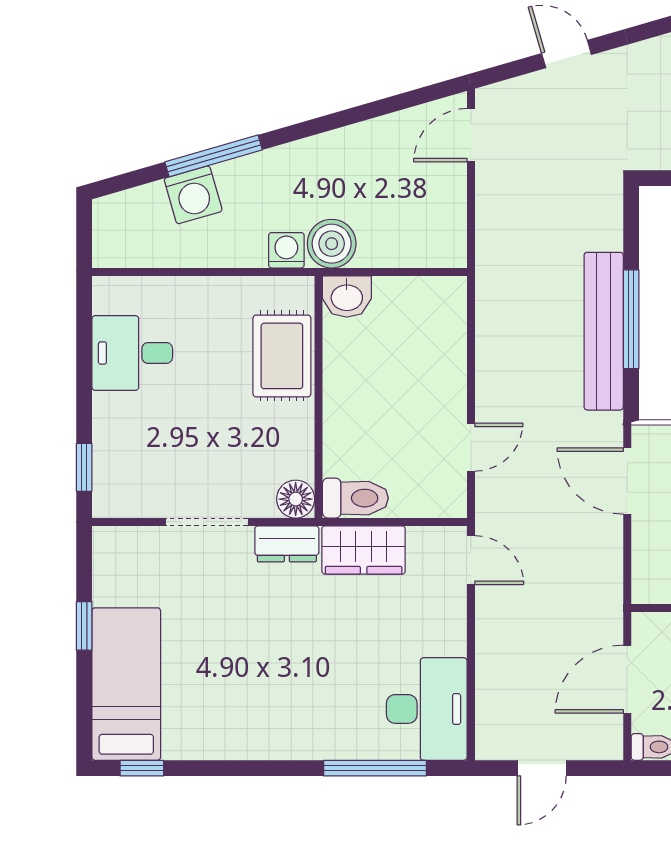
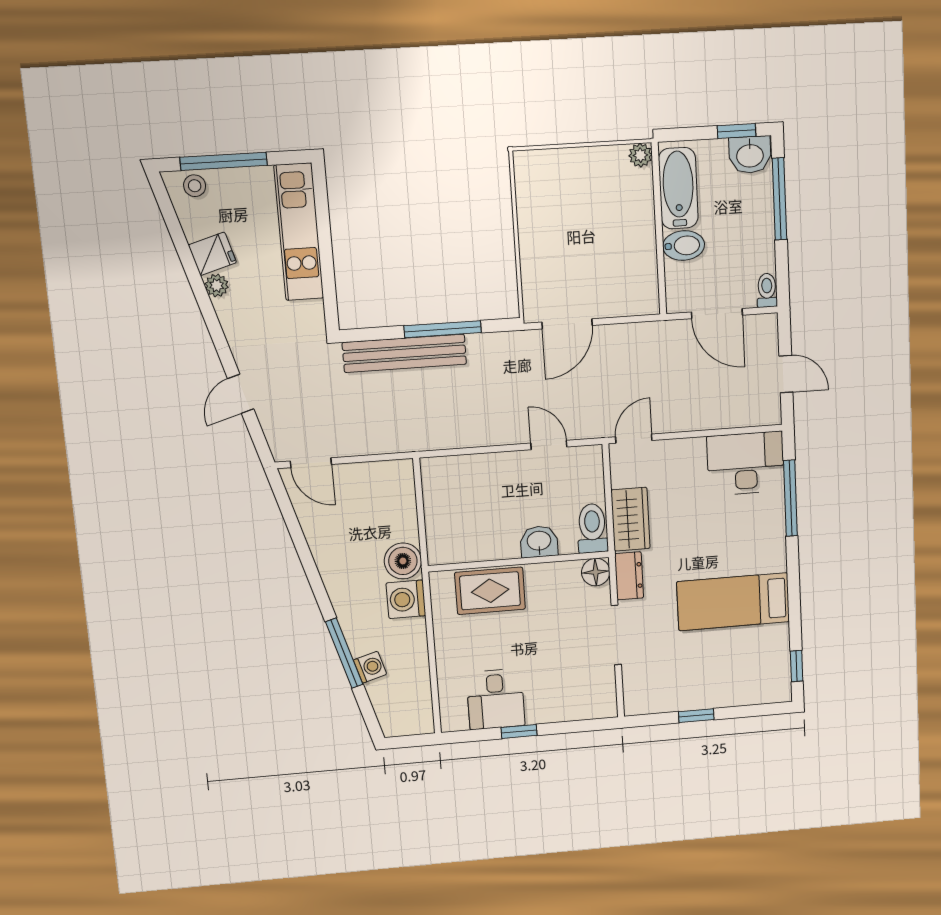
washing machine: (193, 195) -> (370, 667), width x0.73, depth x0.73
washing machine: (286, 250) -> (406, 599), width x1.38, depth x1.38
washbasin: (347, 296) -> (539, 542), moved, turned -90
bench: (604, 331) -> (404, 353), moved
window: (84, 467) -> (519, 731), moved
bed: (126, 684) -> (733, 602), moved

